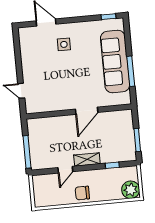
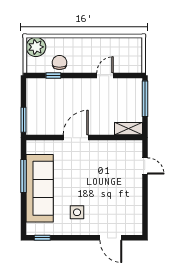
side table: (64, 44) -> (77, 212), moved
window: (137, 140) -> (24, 120), moved
shelving: (87, 159) -> (128, 129), moved
chair: (82, 193) -> (59, 63), moved, turned -90

